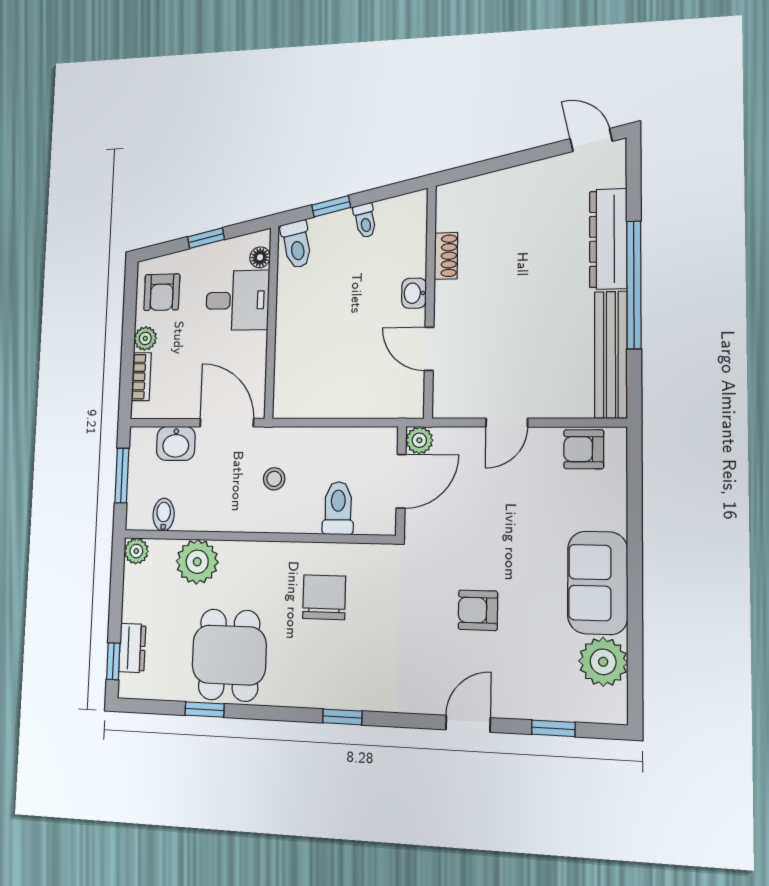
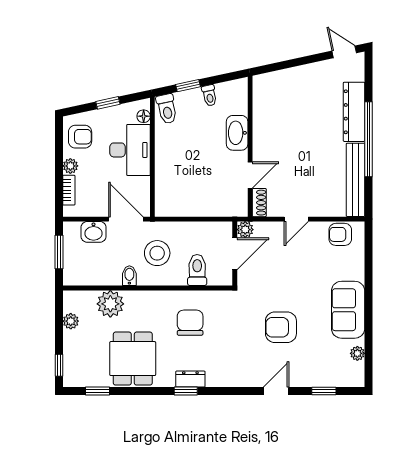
shoe rack: (446, 256) -> (259, 203), moved
armchair: (162, 292) -> (80, 137), turned -90
washbasin: (414, 293) -> (237, 133), width x1.91, depth x1.45
desk: (237, 300) -> (130, 150), width x1.37
door: (429, 349) -> (250, 175), swing flipped
stool: (274, 479) -> (157, 253), width x1.89, depth x1.89
bidet: (164, 515) -> (129, 276), moved
plant: (136, 551) -> (71, 321), moved
armchair: (478, 610) -> (281, 327), width x1.38, depth x1.38
dresser: (132, 648) -> (190, 379), moved, turned -90
plant: (603, 662) -> (357, 353), width x0.53, depth x0.53
window: (205, 710) -> (98, 391), moved
window: (342, 717) -> (186, 391), moved

